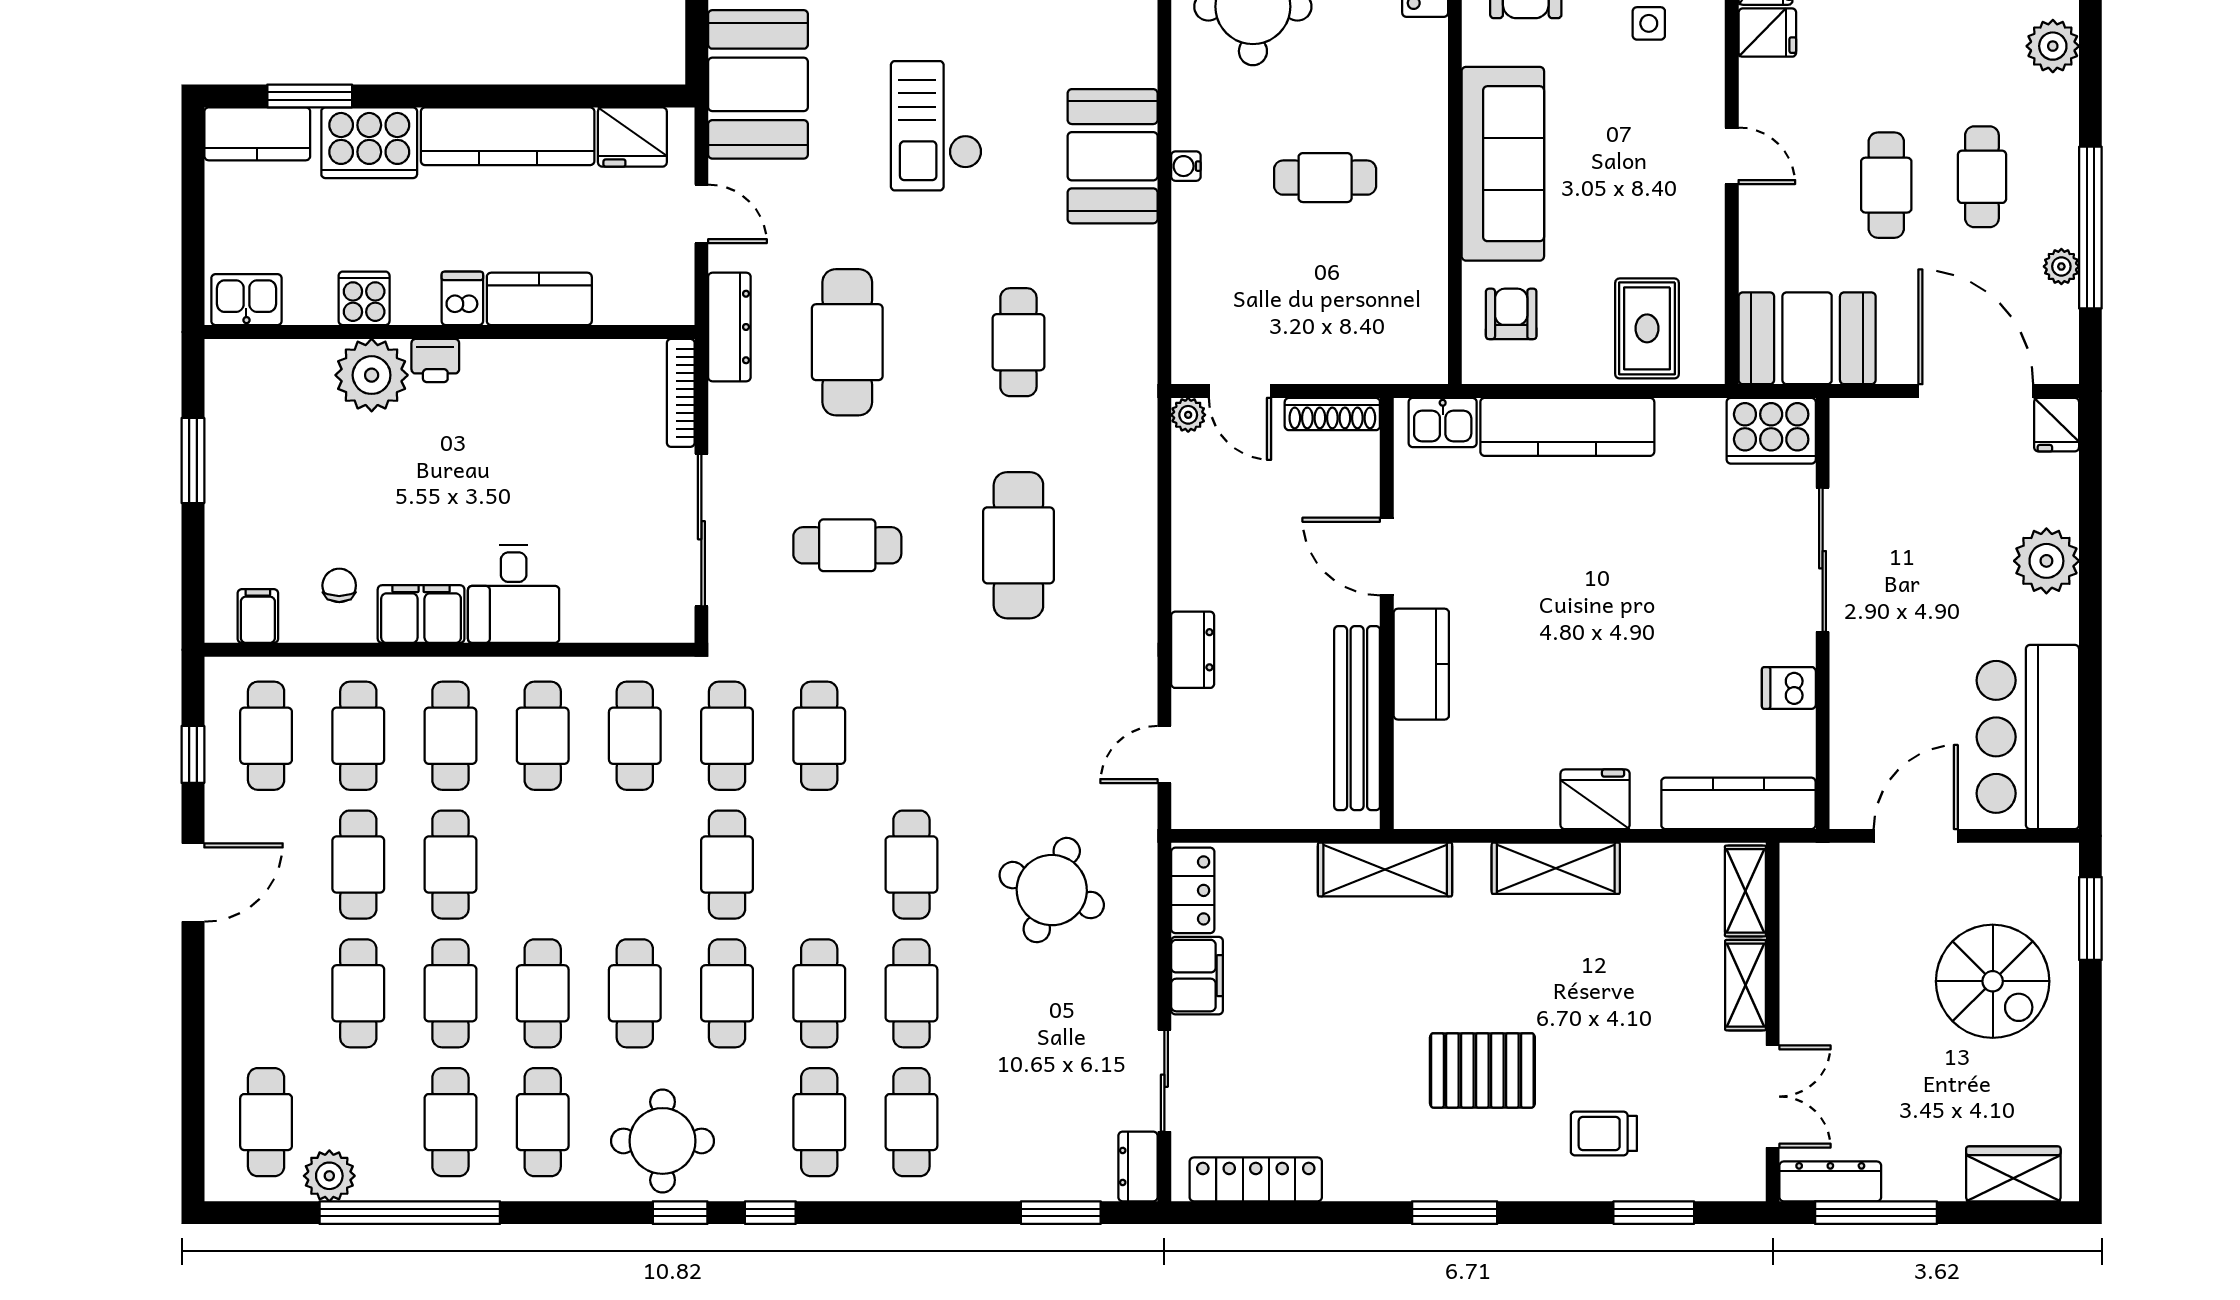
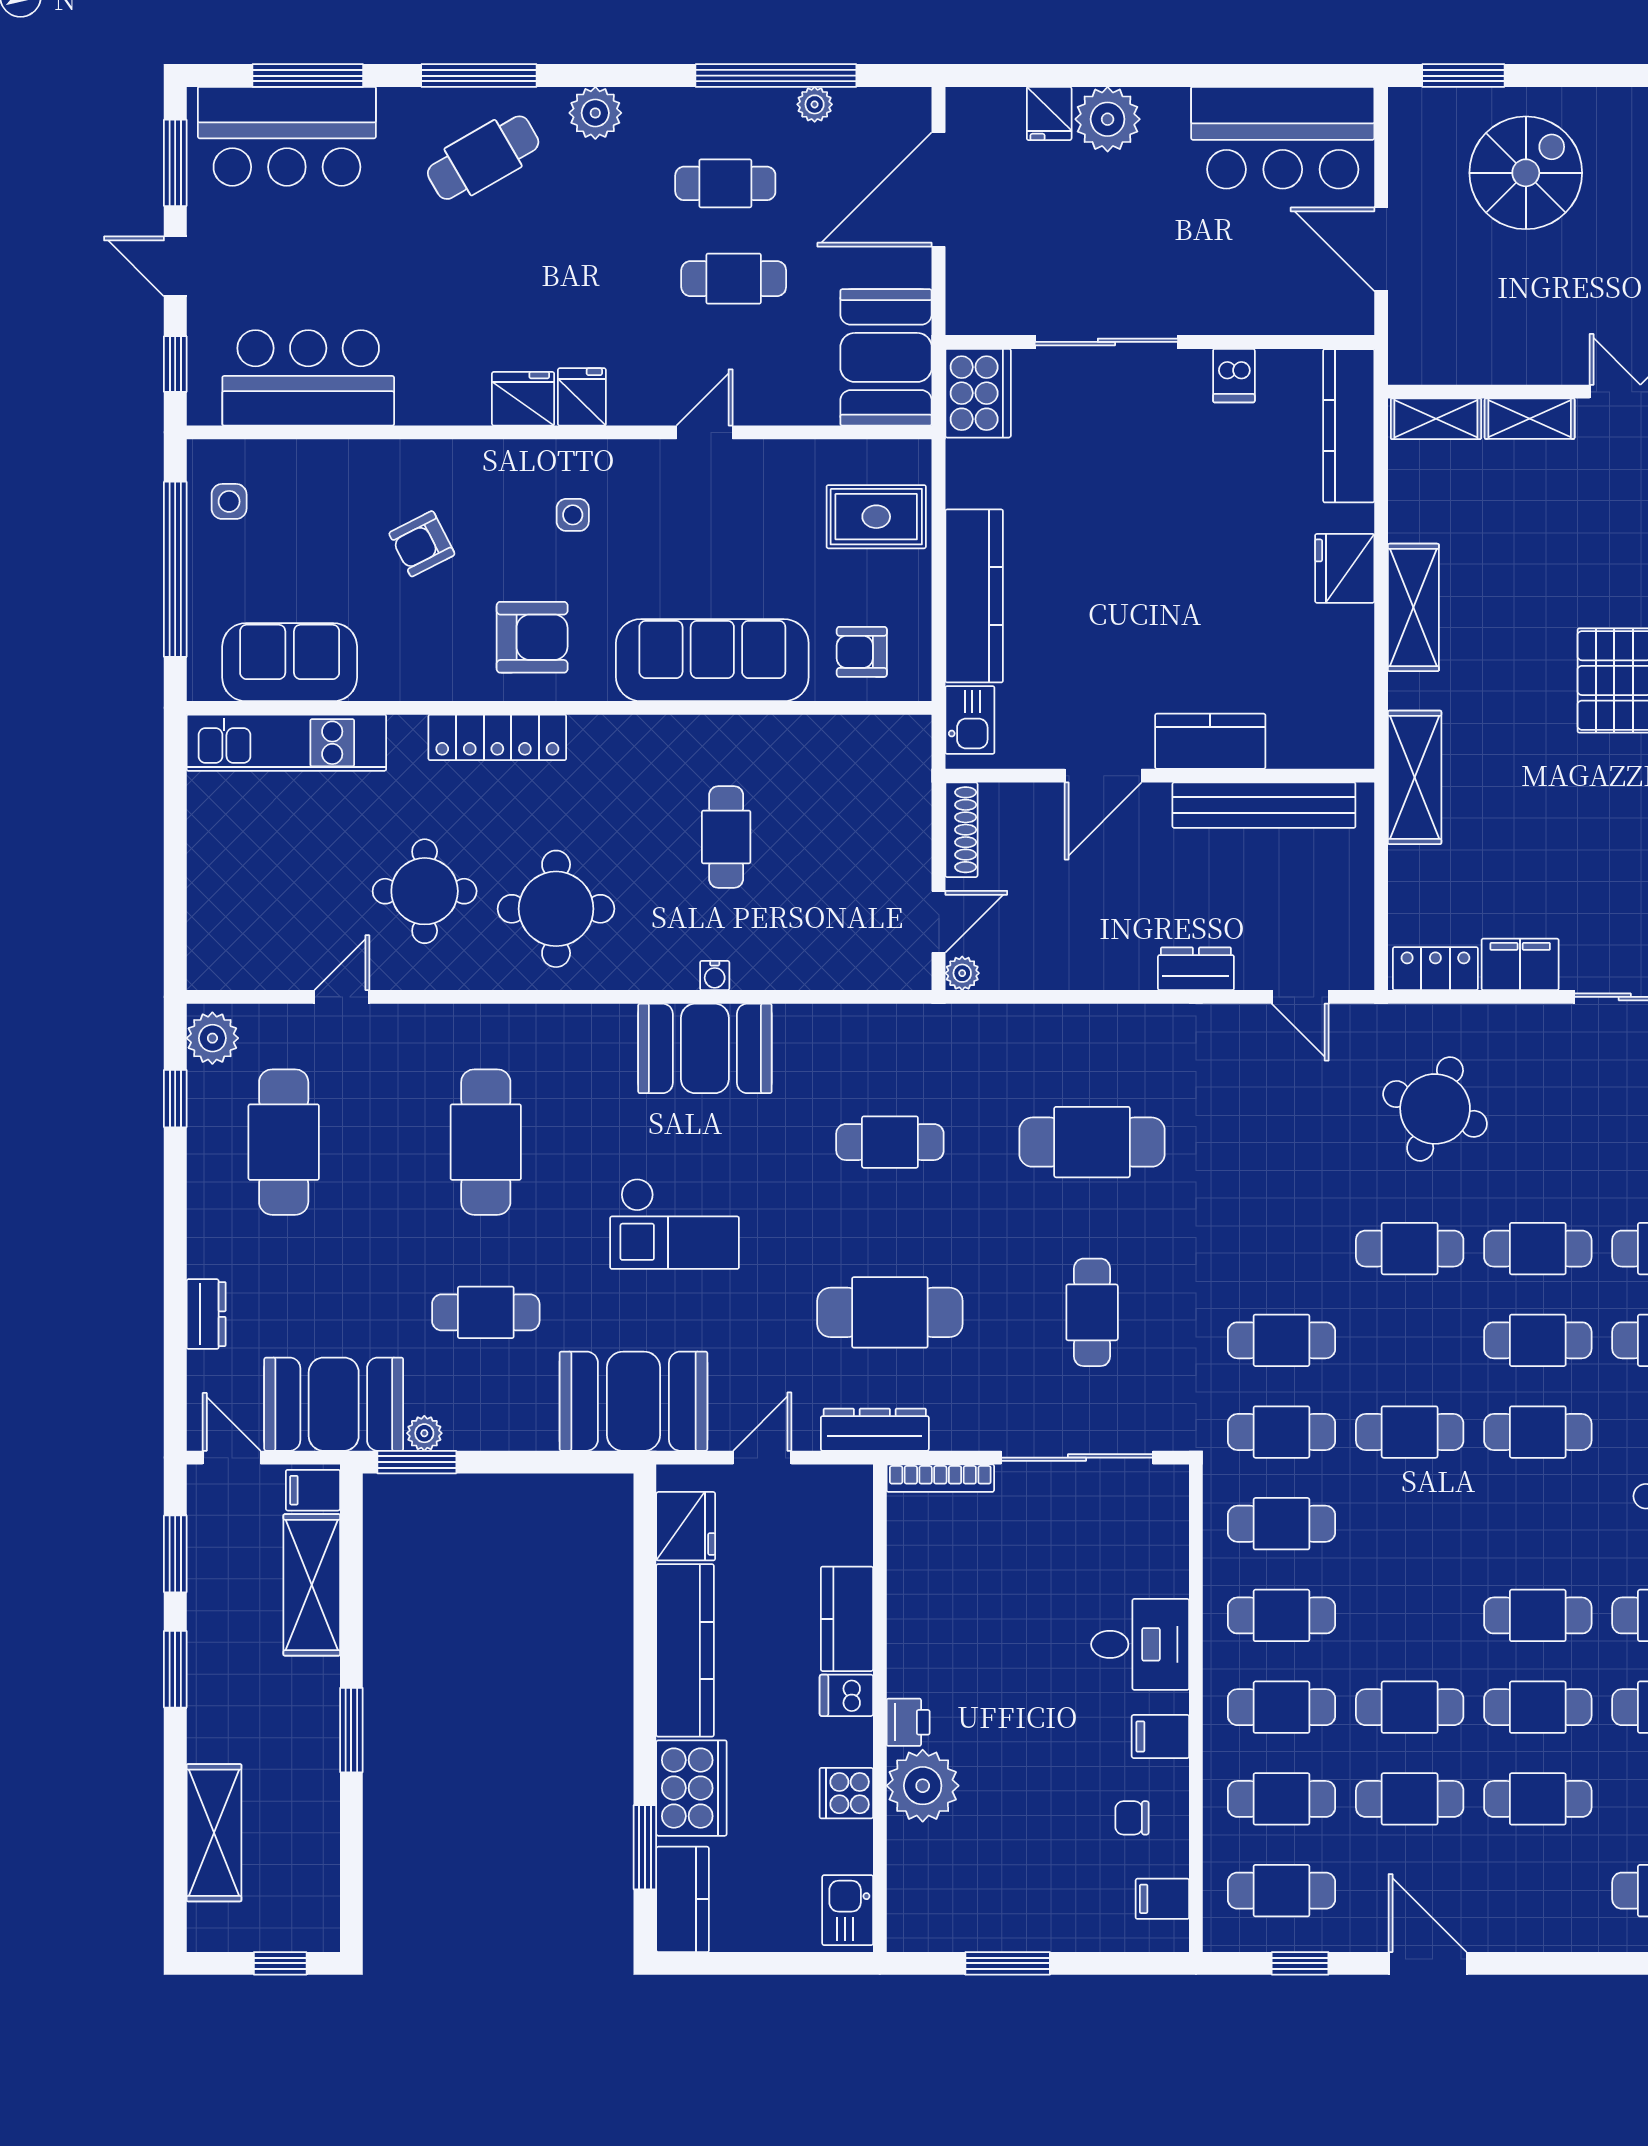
fridge: (2057, 425) -> (1049, 113), moved, turned 90
filing cabinet: (421, 614) -> (1160, 1736), width x0.50
cafe table: (635, 993) -> (1538, 1524), removed

